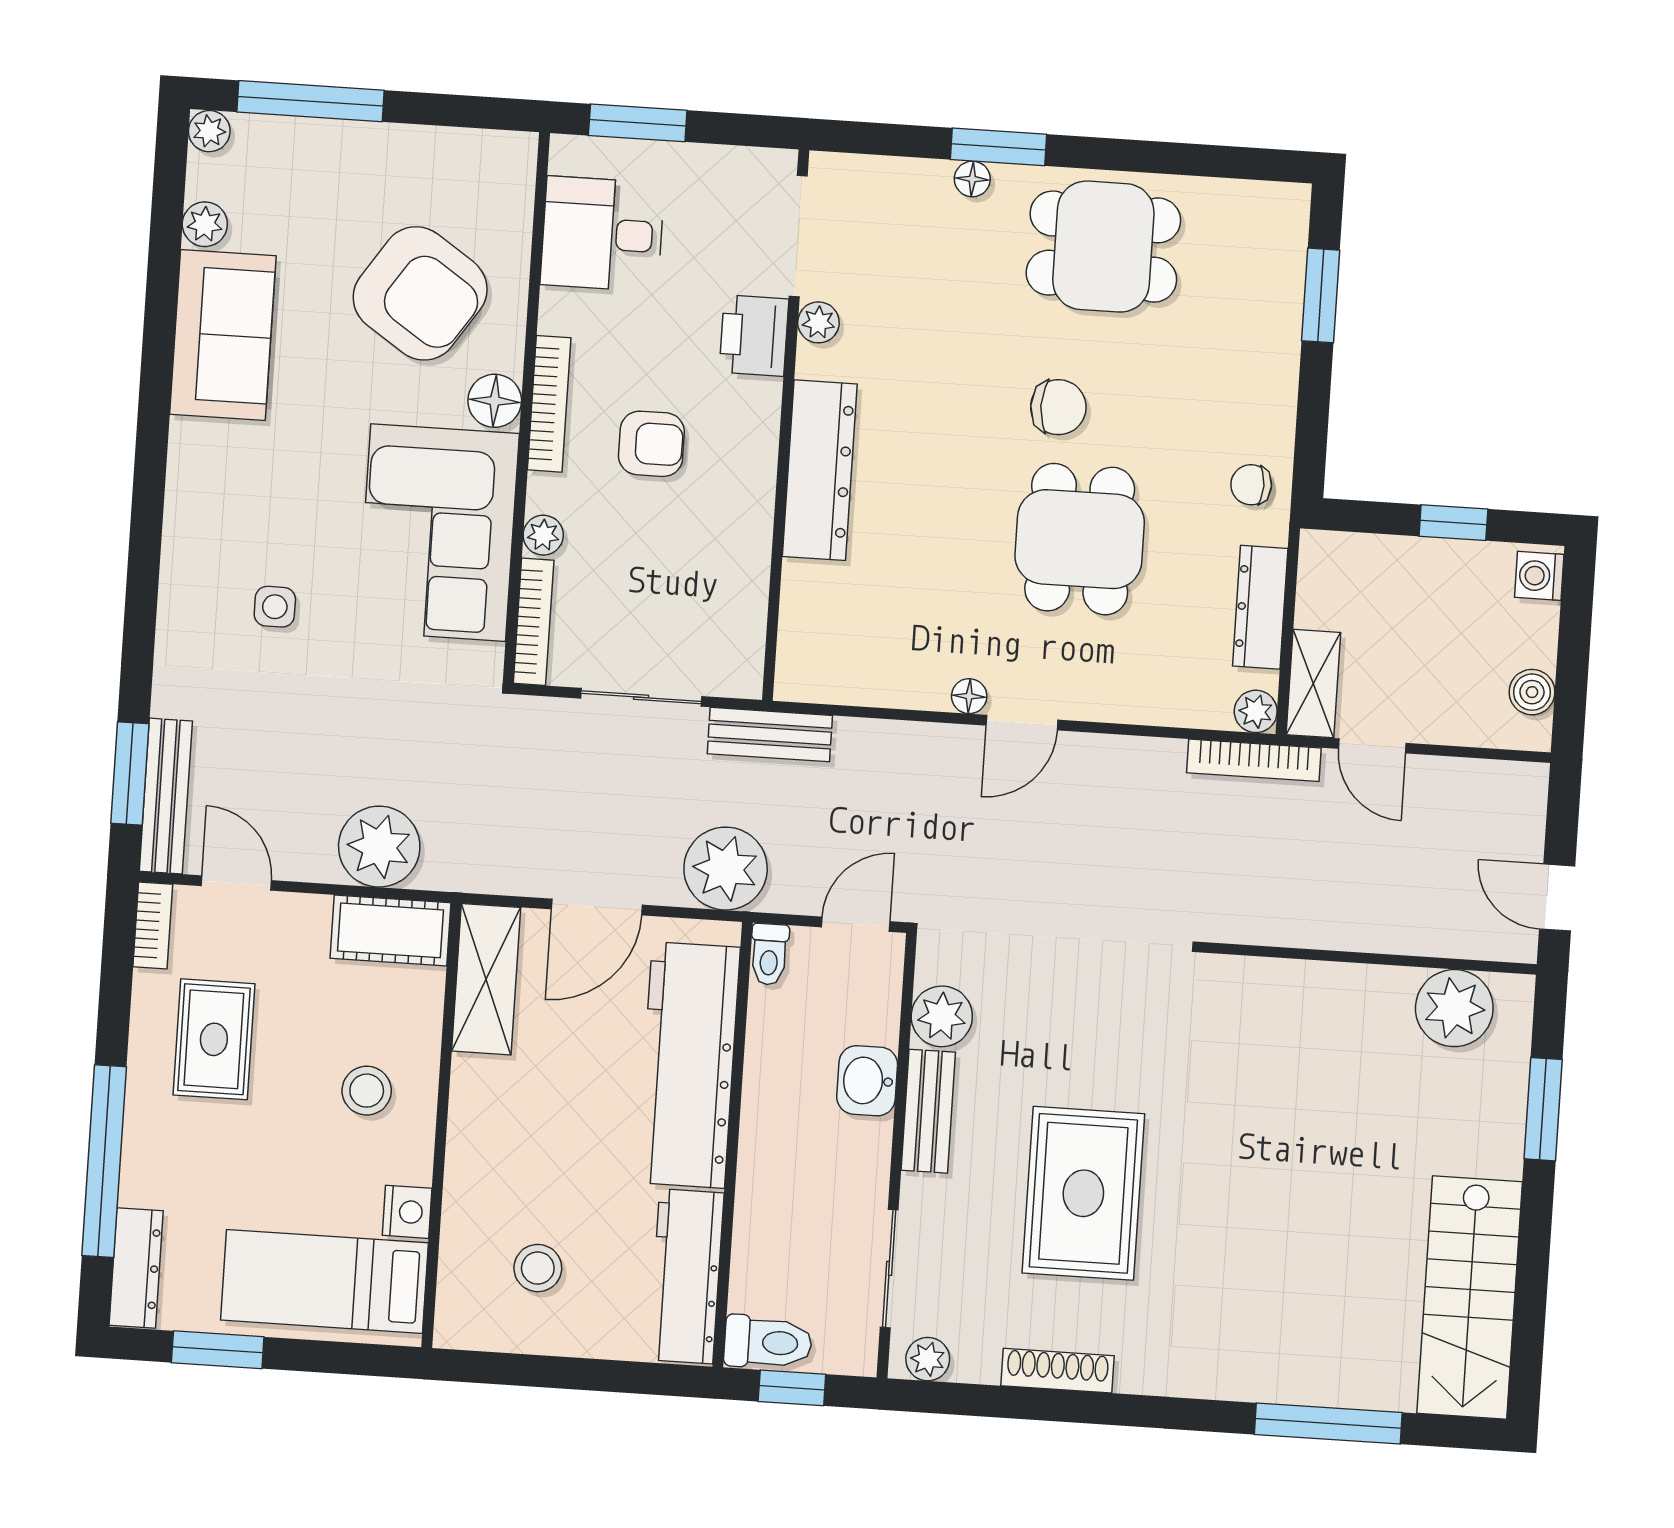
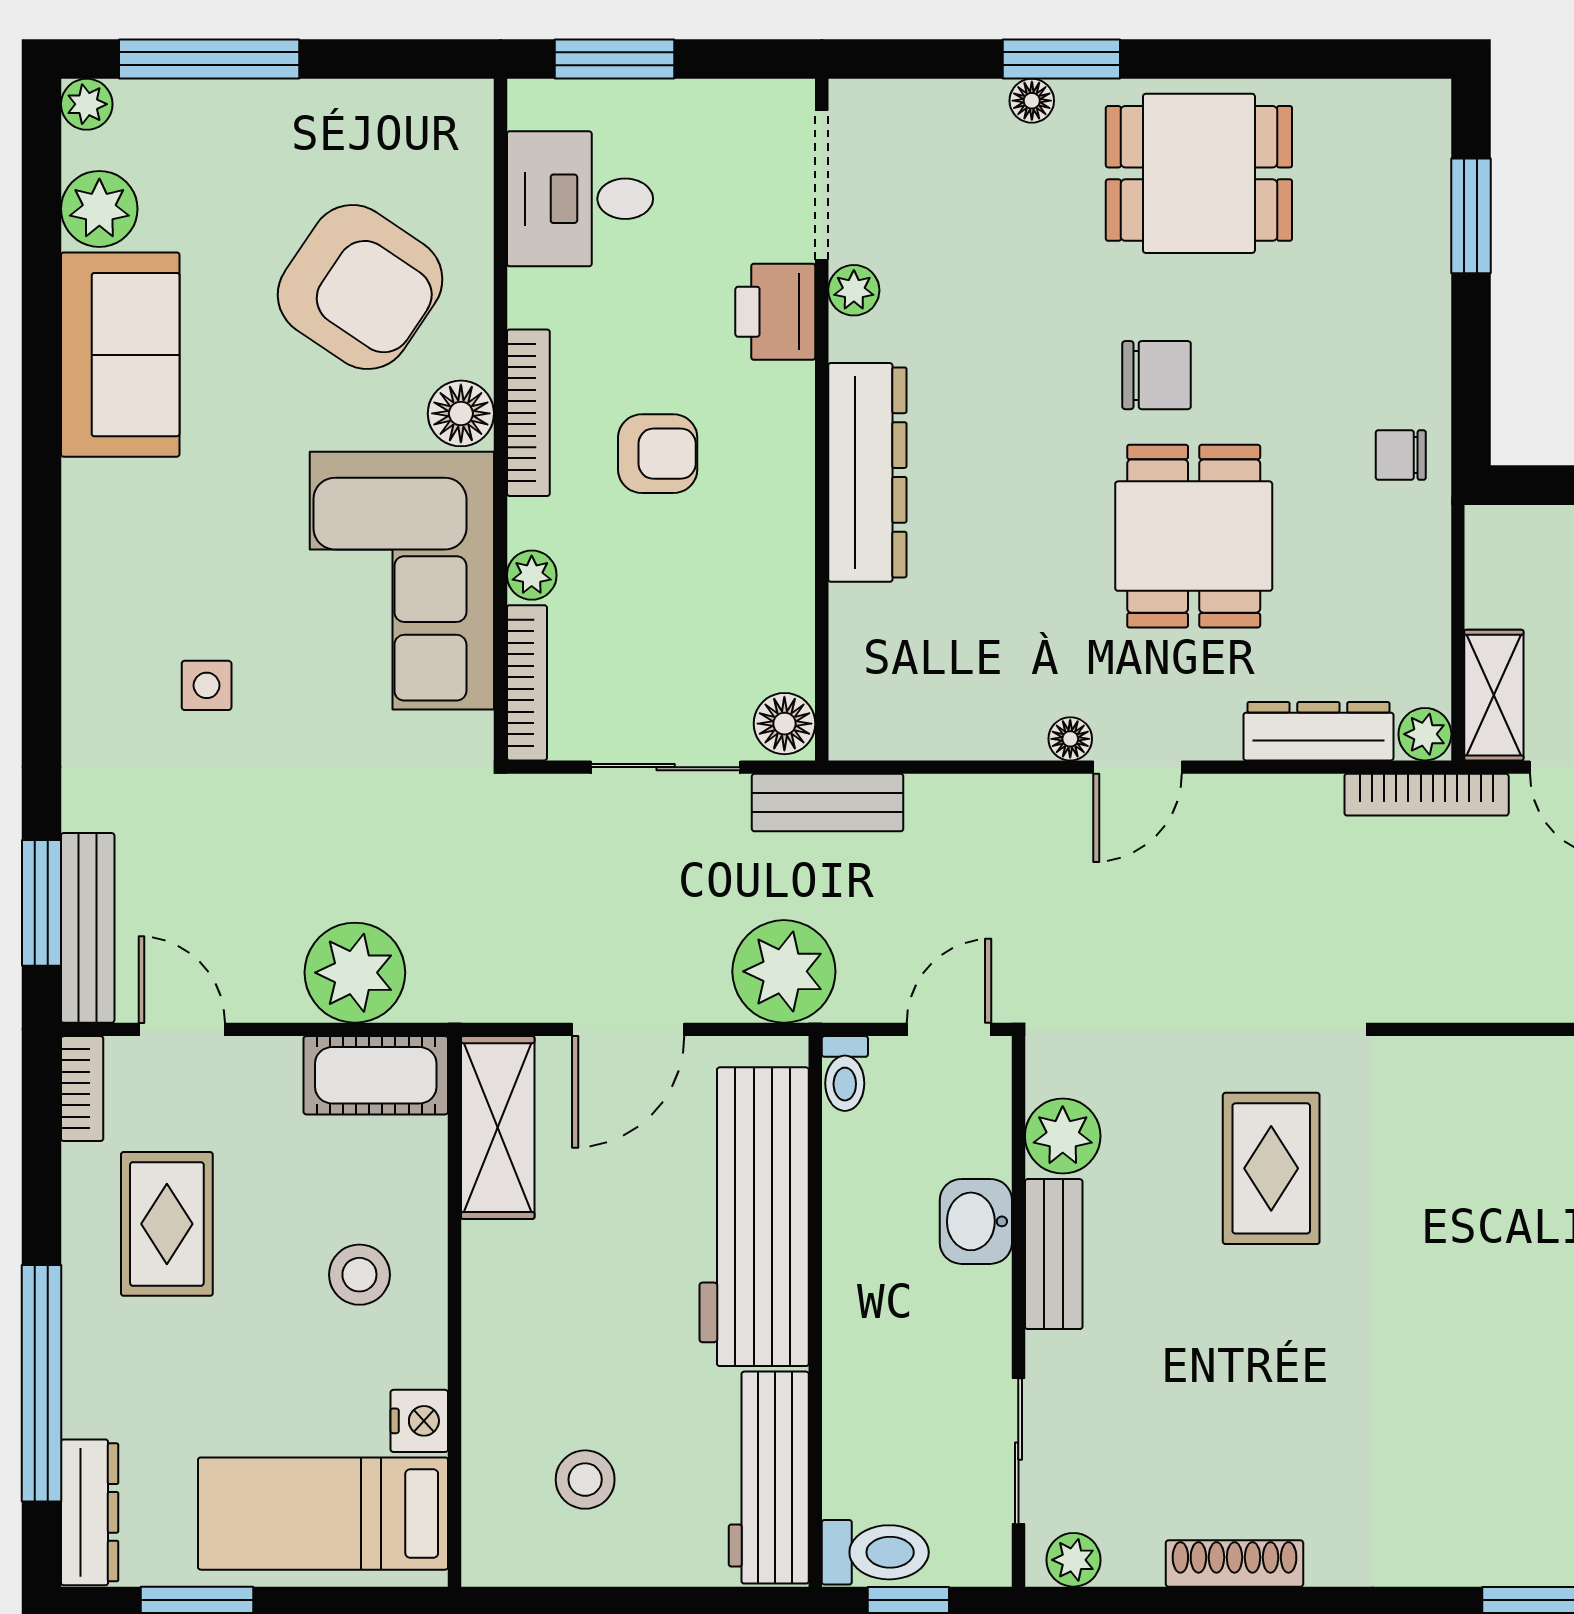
plant: (205, 224) -> (99, 209), width x1.38, depth x1.38
dresser: (1260, 607) -> (1318, 731), moved, turned 90
floor lamp: (739, 669) -> (784, 724), added
rug: (1083, 1193) -> (1271, 1168), moved, width x0.73, depth x0.70

